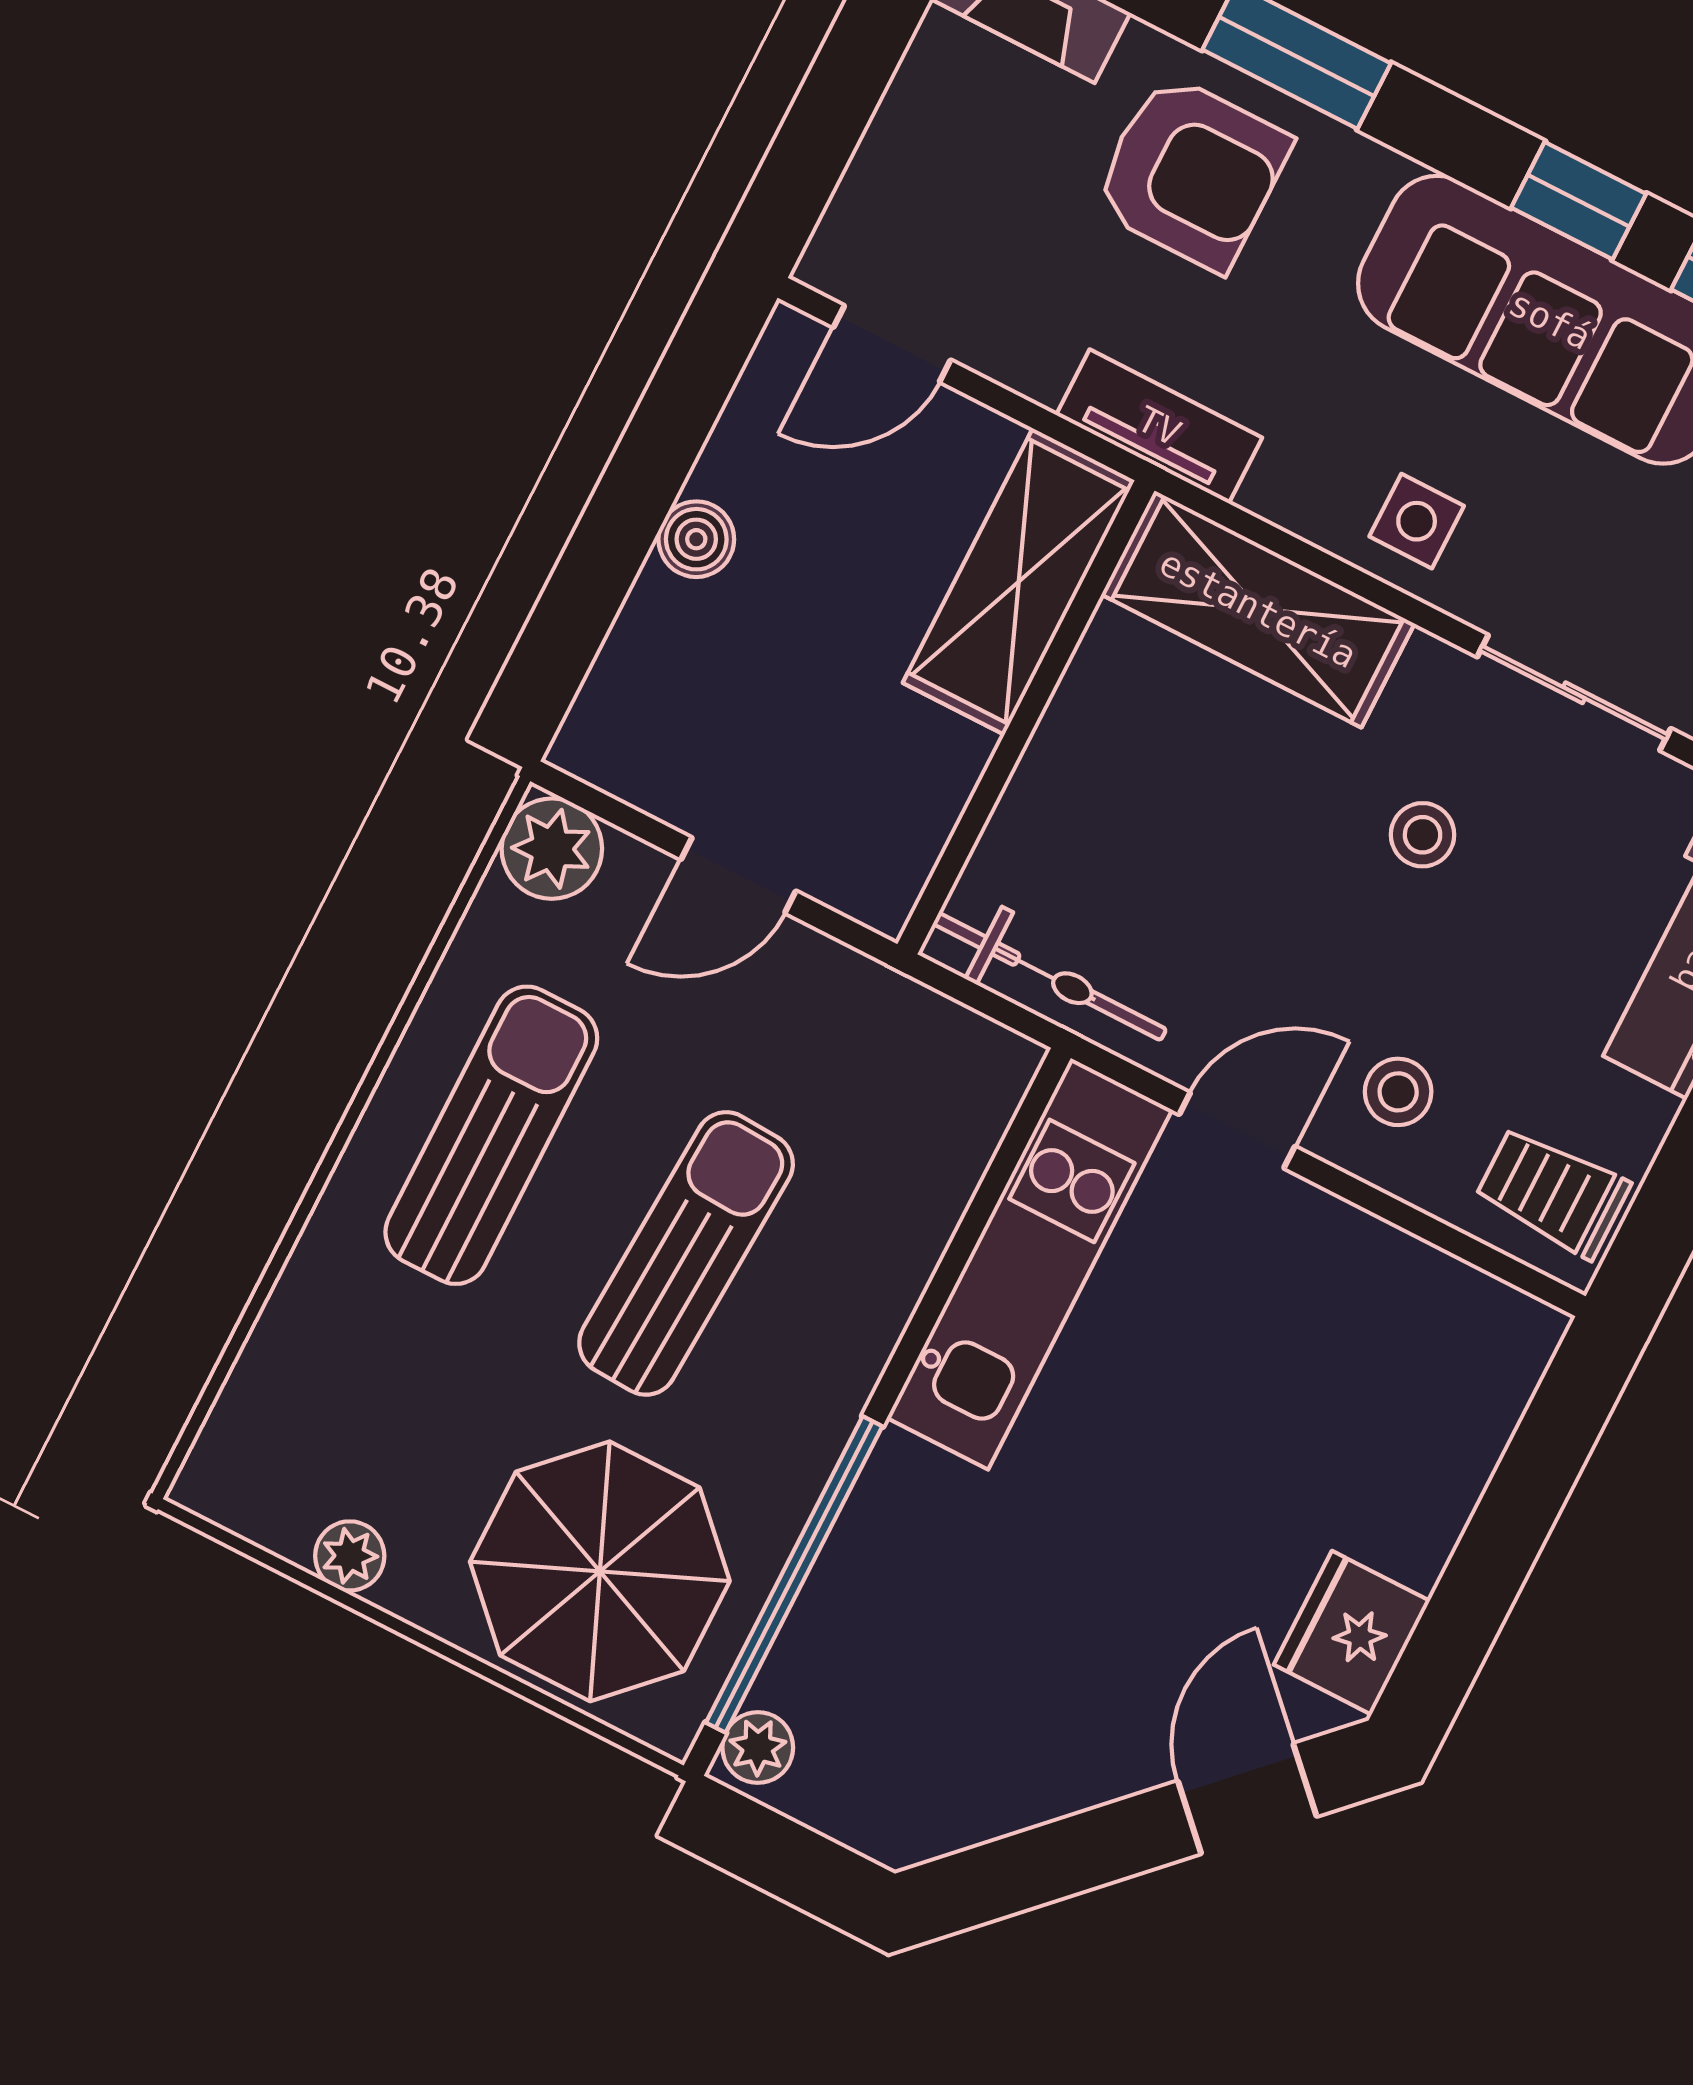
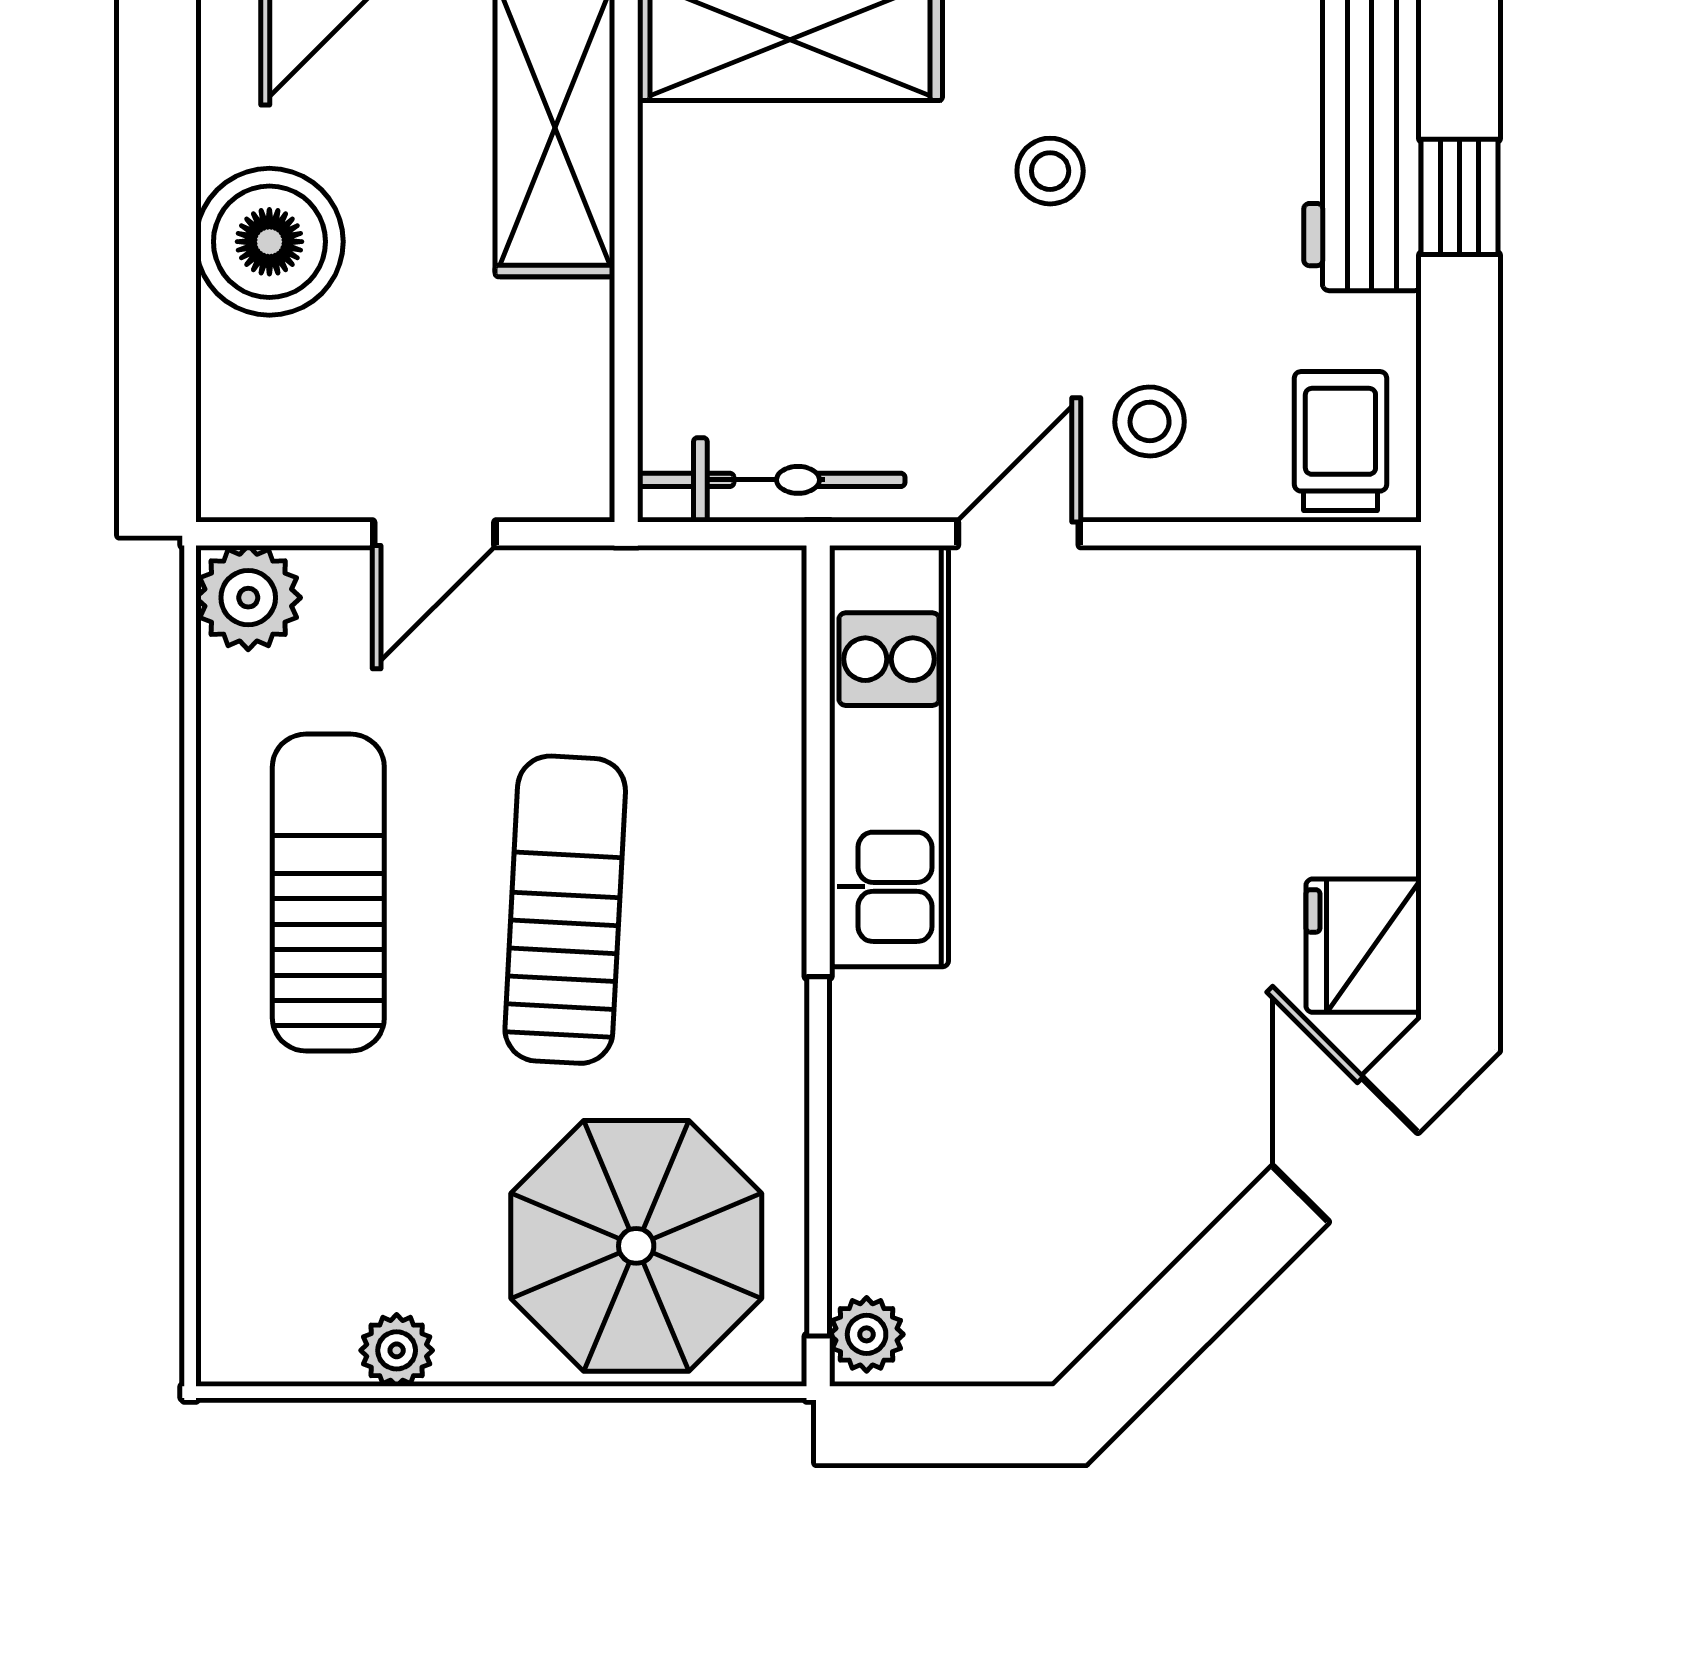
boiler: (696, 539) -> (269, 242), width x1.86, depth x1.86
trolley: (1552, 1192) -> (1340, 441), turned 90

